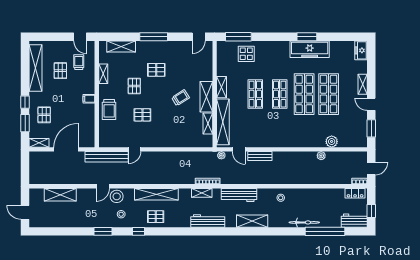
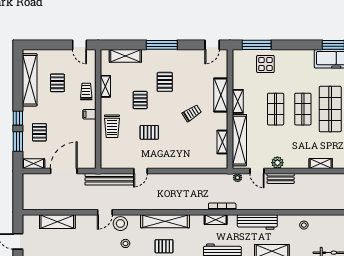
trolley: (79, 62) -> (86, 92), moved
pallet: (156, 70) -> (165, 82), turned 90
shelving: (206, 97) -> (221, 95), moved
plant: (257, 142) -> (277, 163), added
shelving: (296, 143) -> (321, 163), added

